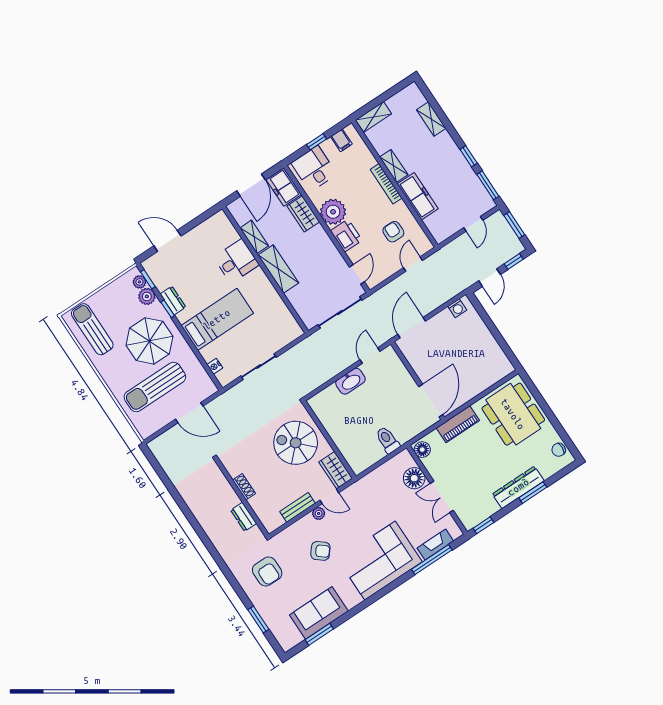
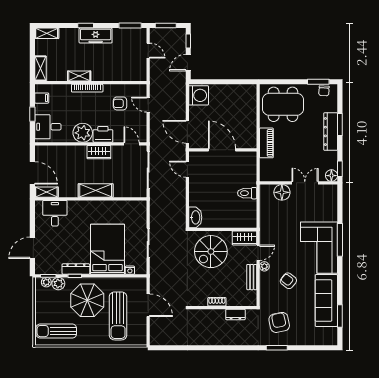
shelving: (431, 119) -> (47, 33), moved
window: (469, 156) -> (86, 26), moved
freezer: (284, 187) -> (47, 153), removed
freezer: (418, 196) -> (96, 36), moved, turned 180
wardrobe: (303, 214) -> (99, 152), moved
shelving: (254, 237) -> (46, 192), moved
desk: (236, 261) -> (55, 213), moved
door: (490, 278) -> (188, 63), swing flipped
dresser: (173, 301) -> (76, 269), width x1.44
washing machine: (457, 308) -> (199, 95), width x1.89, depth x1.89
bed: (217, 319) -> (107, 249), width x1.50
washbasin: (350, 381) -> (195, 217), moved
door: (431, 400) -> (222, 150), moved
door: (189, 413) -> (148, 305), hinge flipped
window: (565, 437) -> (318, 82), added
floor lamp: (422, 450) -> (331, 176), moved
double door: (442, 497) -> (305, 183), swing flipped
fireplace: (435, 545) -> (332, 207), removed
armchair: (320, 551) -> (288, 281), turned -91
window: (432, 560) -> (340, 240), moved
armchair: (267, 572) -> (279, 322), turned -102
sofa: (319, 613) -> (326, 301), width x1.36
window: (258, 619) -> (277, 348), moved

